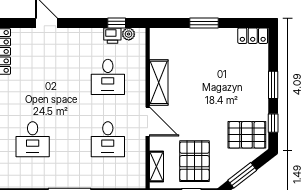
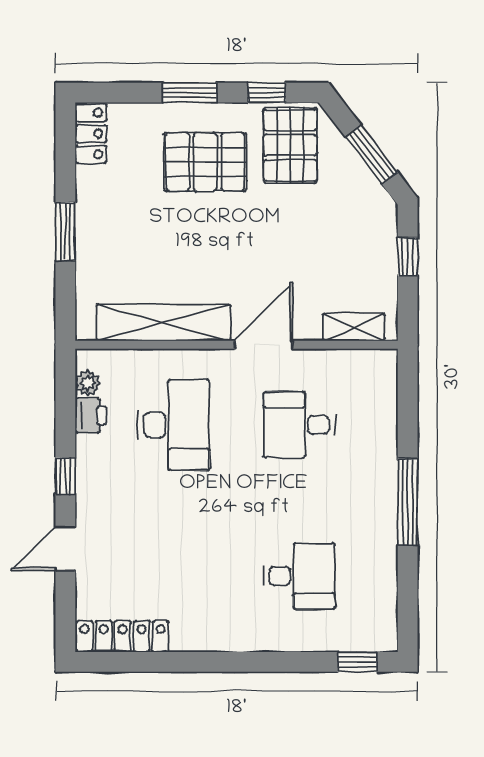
window: (117, 23) -> (65, 476), moved
desk: (108, 77) -> (174, 425), width x1.37
shelving: (159, 82) -> (164, 323), width x1.47
desk: (108, 139) -> (299, 425), turned 180
pallet: (194, 161) -> (205, 162), moved

